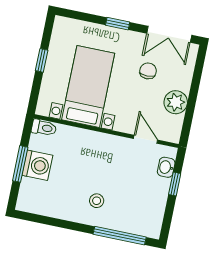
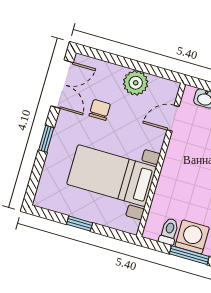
chair: (148, 71) -> (100, 110), turned 90
toilet: (44, 128) -> (169, 231), moved

